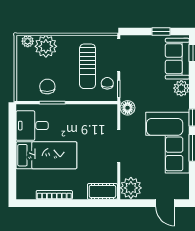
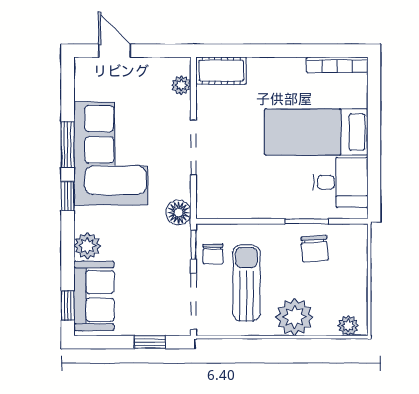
window: (161, 32) -> (150, 342), moved
plant: (46, 46) -> (295, 317), moved
plant: (131, 188) -> (181, 85), width x0.53, depth x0.53
bookcase: (54, 195) -> (337, 65), moved

